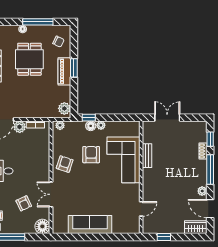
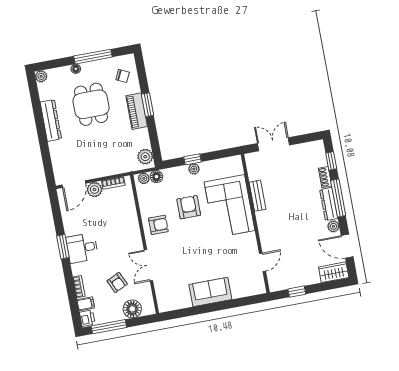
window: (89, 118) -> (192, 159), moved
floor lamp: (91, 126) -> (156, 177), moved
armchair: (65, 164) -> (158, 225), turned 72
dresser: (202, 173) -> (329, 204), added
sofa: (90, 225) -> (210, 292), width x0.73
floor lamp: (42, 226) -> (132, 309), moved

